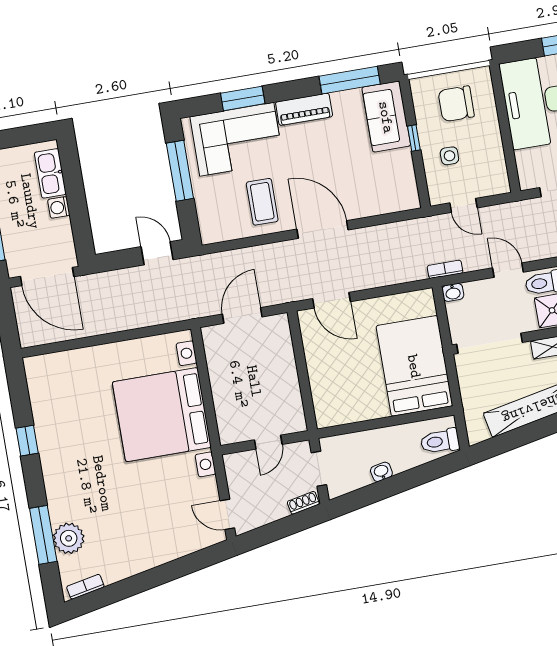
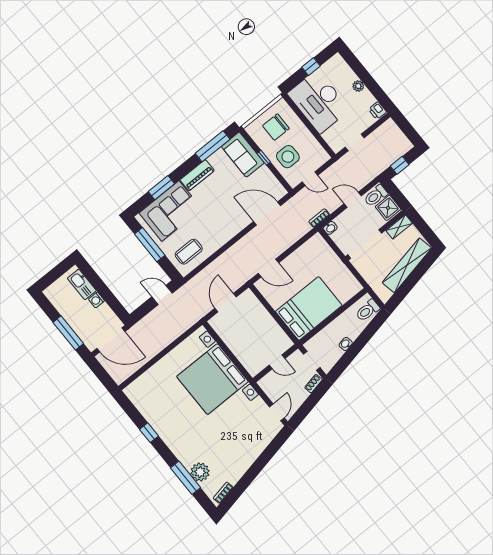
side table: (449, 156) -> (288, 157), width x1.87, depth x1.87
coffee table: (262, 202) -> (189, 252), moved, turned 90
door: (322, 229) -> (267, 213), moved
bed: (414, 366) -> (309, 308), moved, turned 90
door: (268, 442) -> (277, 362), hinge flipped
door: (227, 514) -> (277, 412), swing flipped

